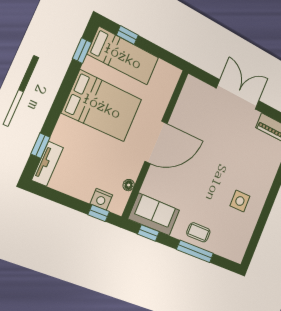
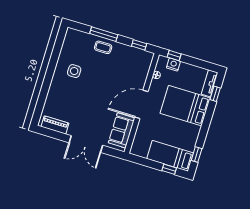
bed: (102, 106) -> (185, 106), moved
sofa: (154, 214) -> (122, 130), moved, turned 90

